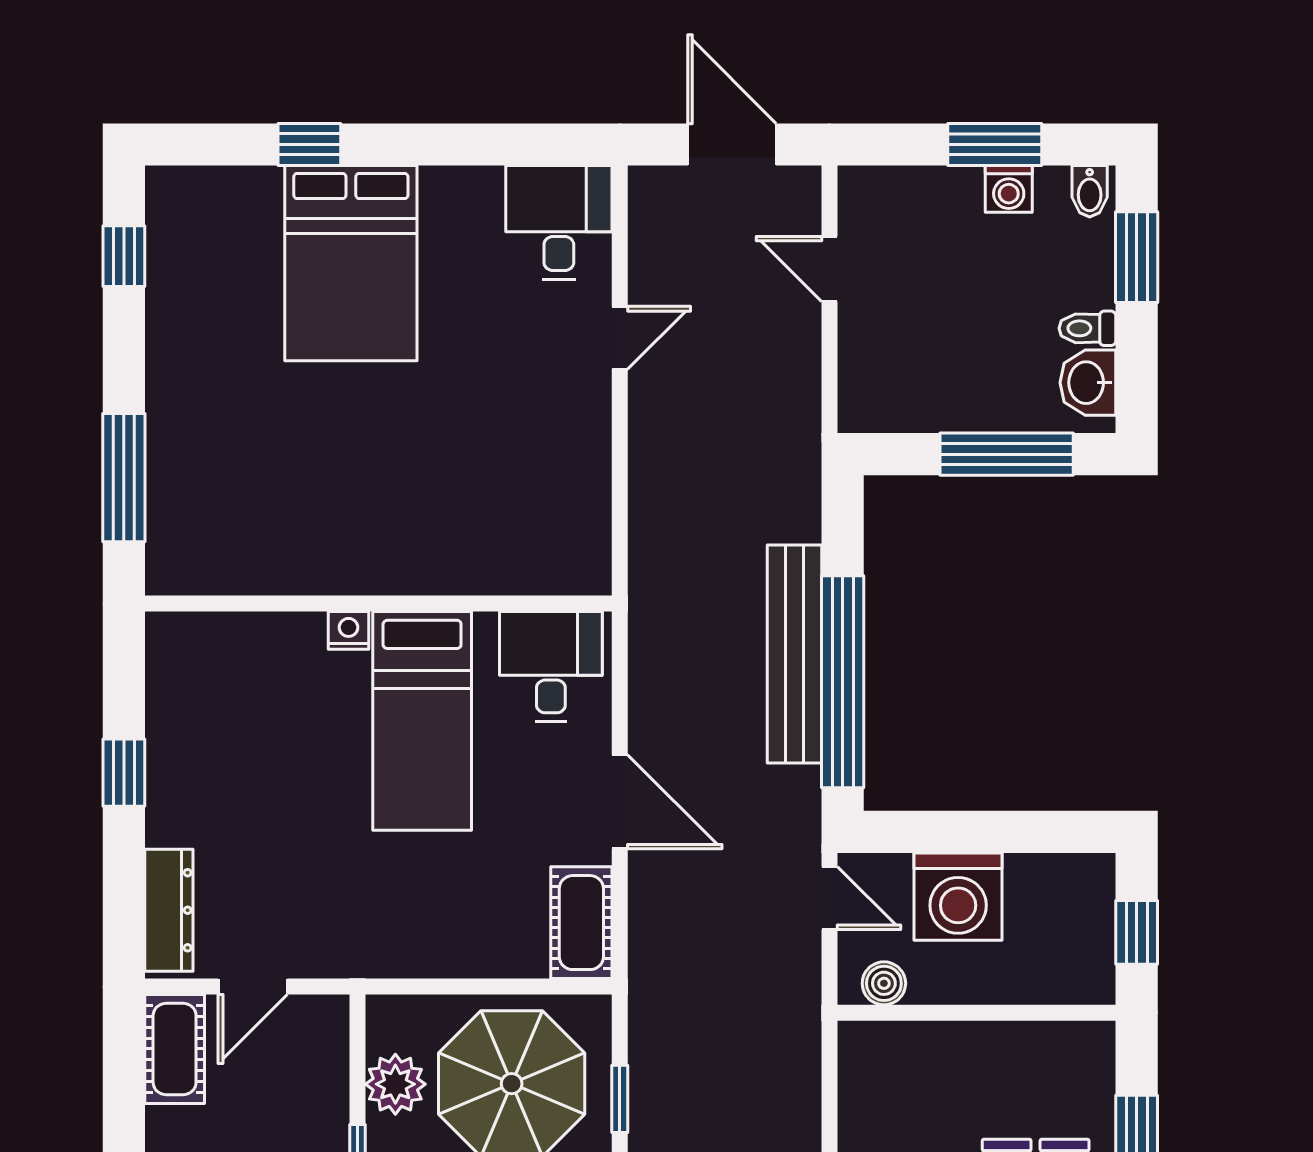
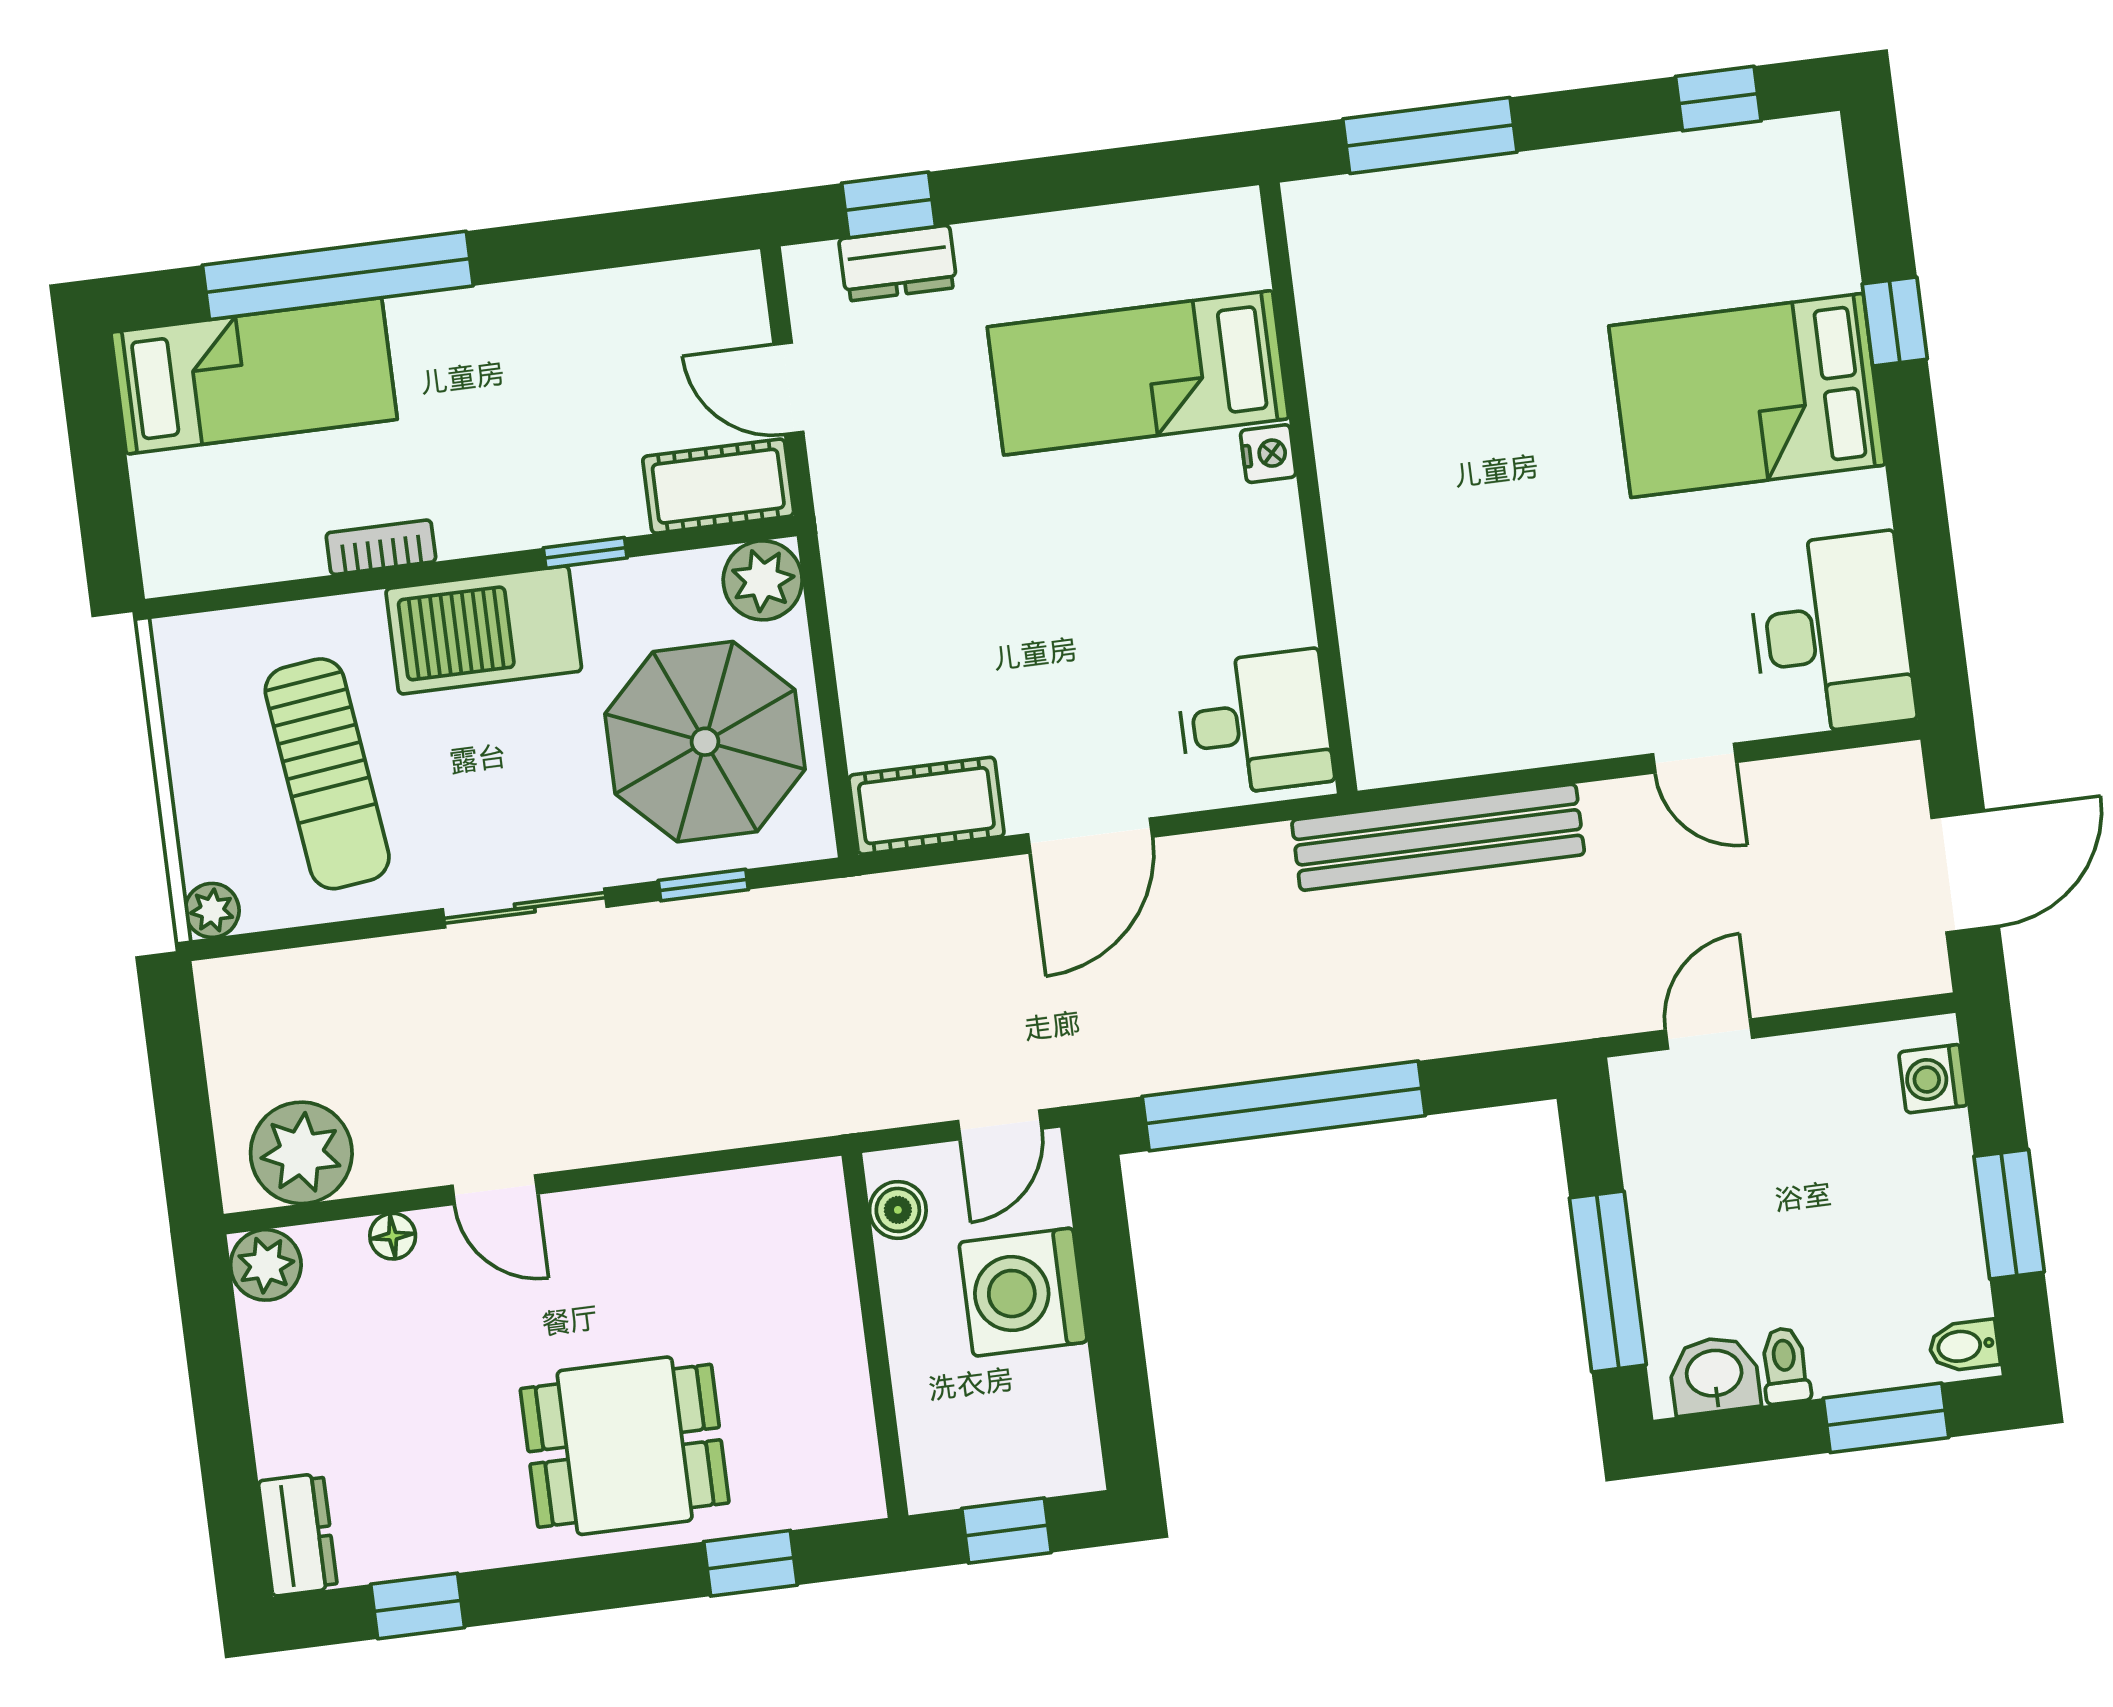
washing machine: (1009, 189) -> (1933, 1079), moved
desk: (559, 223) -> (1831, 634), width x1.37
door: (830, 269) -> (1709, 1034), moved
bench: (795, 654) -> (1438, 837), moved
bed: (422, 721) -> (1138, 373), moved
window: (124, 773) -> (889, 205), moved
dresser: (169, 910) -> (898, 263), width x0.70
cot: (175, 1049) -> (718, 486), moved
plant: (395, 1084) -> (763, 580), moved

